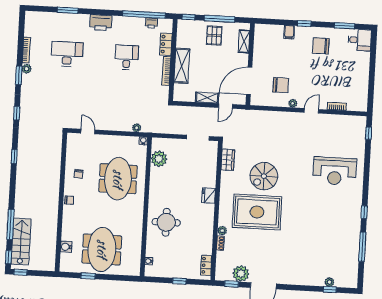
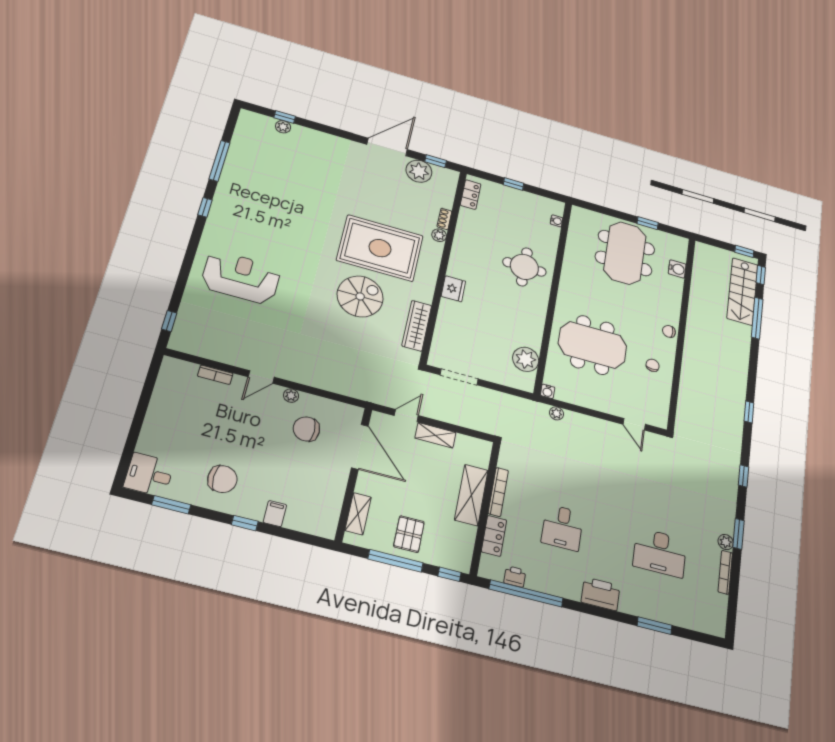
door: (249, 81) -> (360, 447), hinge flipped
wardrobe: (228, 160) -> (417, 326), width x1.50
meeting table: (118, 179) -> (593, 345), turned 90

